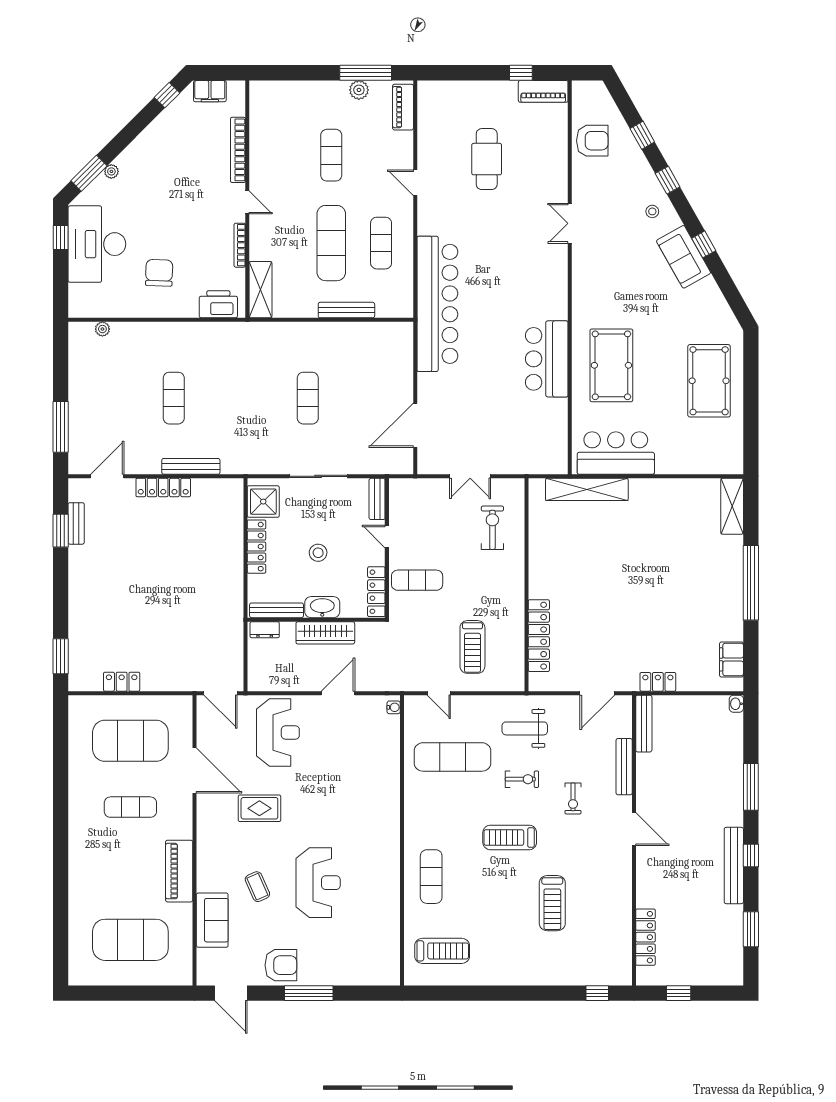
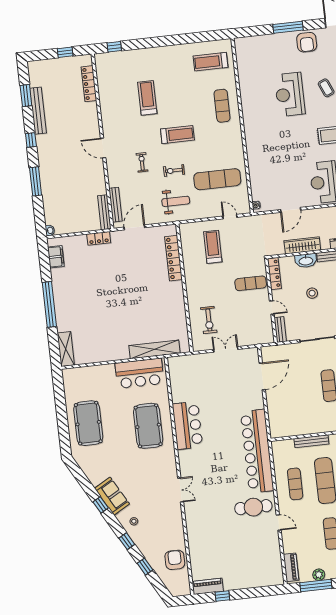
armchair: (592, 141) -> (175, 560), turned 90
cafe table: (487, 159) -> (253, 507), moved, turned 90
double door: (570, 223) -> (181, 490), moved
bench: (624, 767) -> (116, 205), moved
bench: (734, 866) -> (38, 111), moved
armchair: (281, 965) -> (307, 42), turned -90

